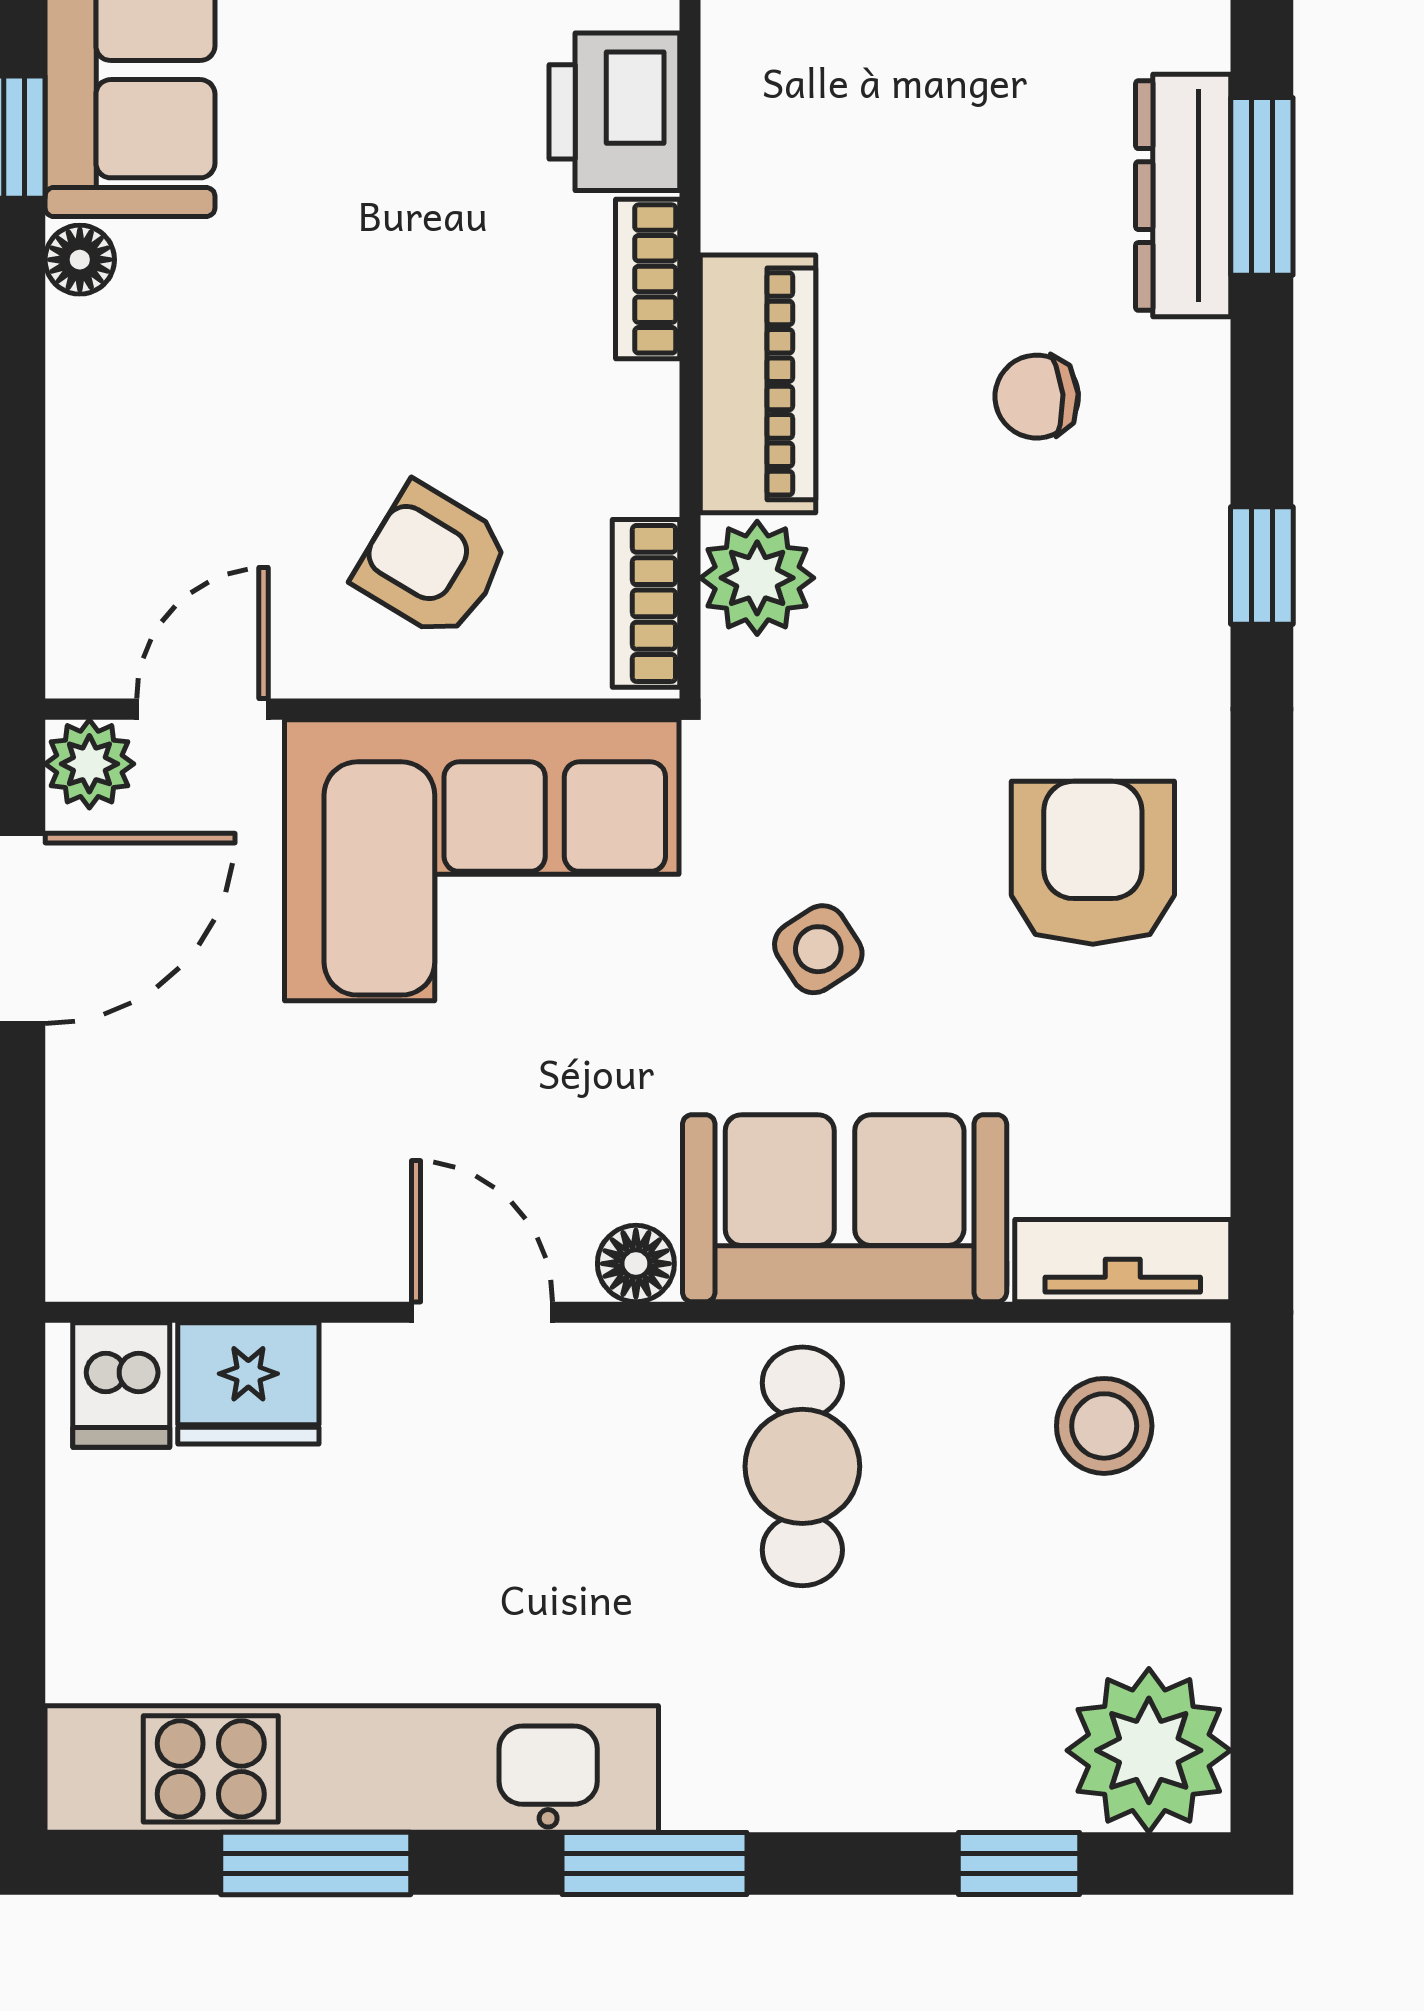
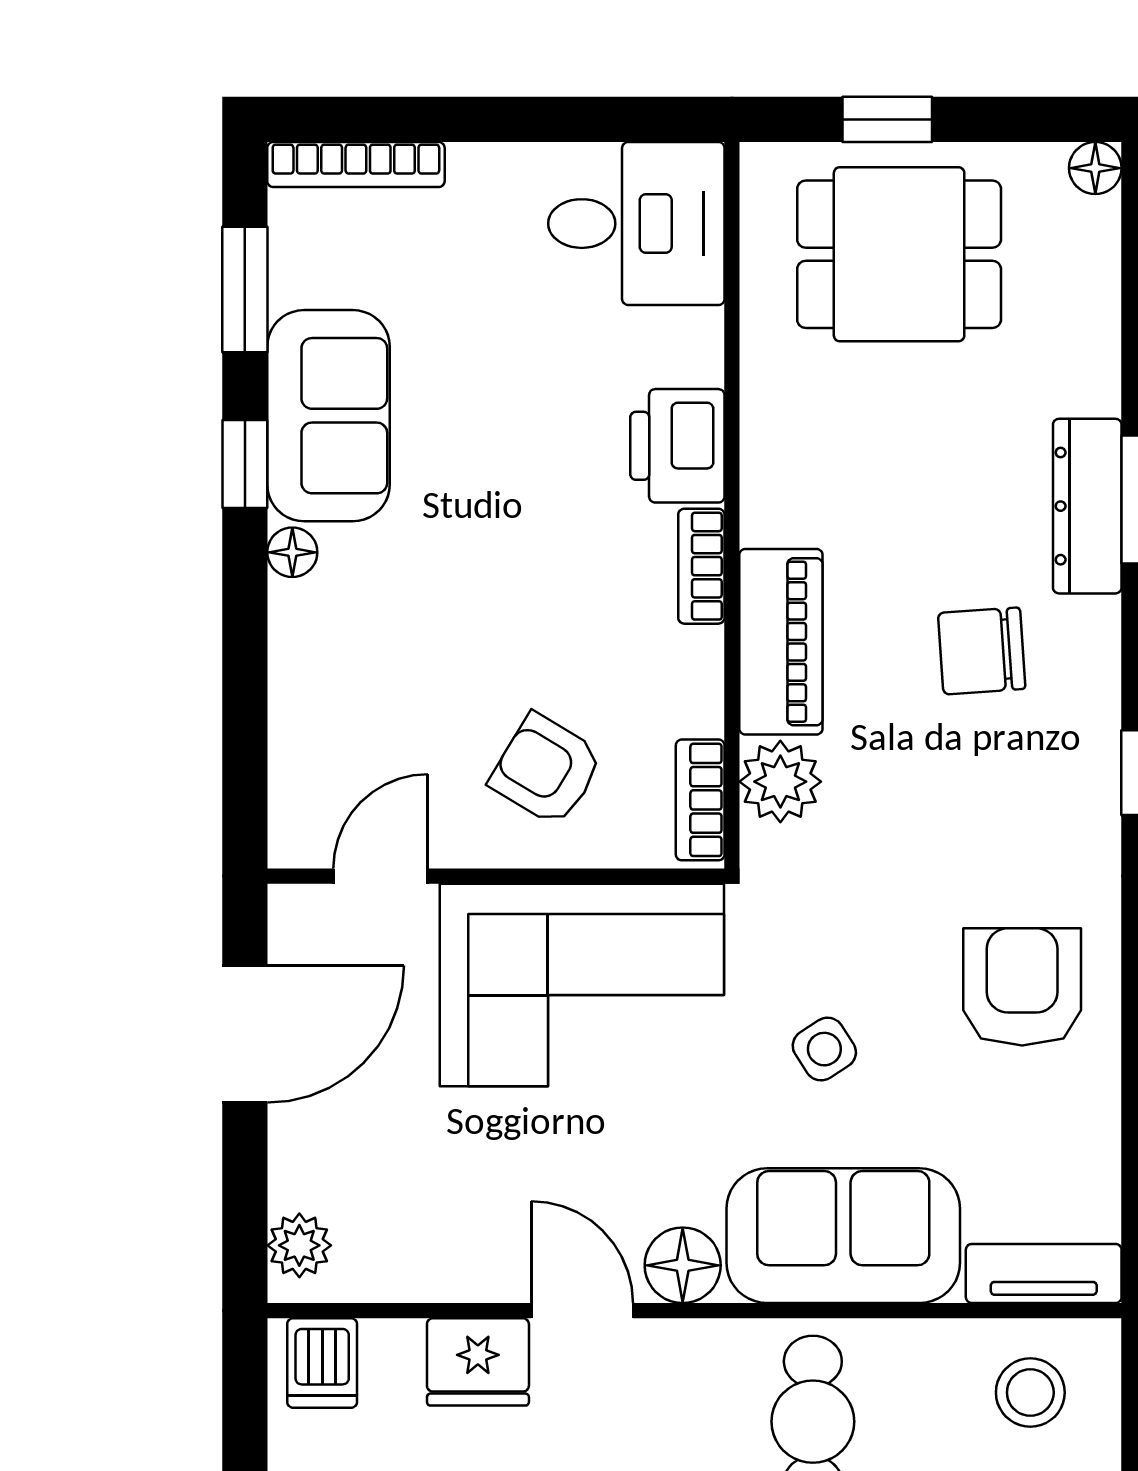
chair: (1037, 397) -> (982, 651), width x1.37, depth x1.37
plant: (89, 764) -> (299, 1245), moved
floor lamp: (636, 1264) -> (683, 1265), width x1.37, depth x1.37
fridge: (248, 1383) -> (478, 1362), moved

